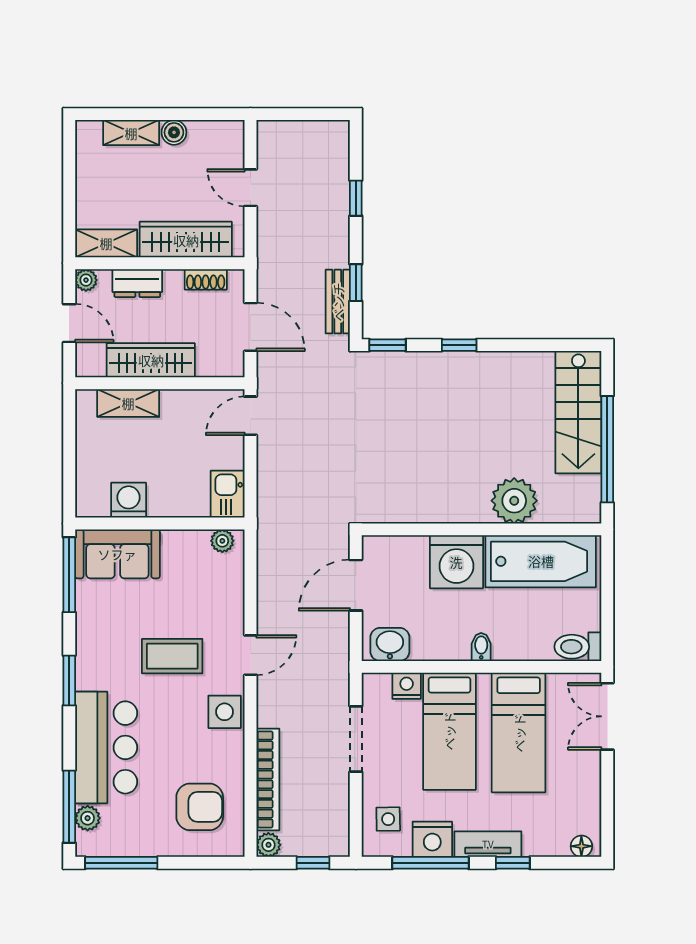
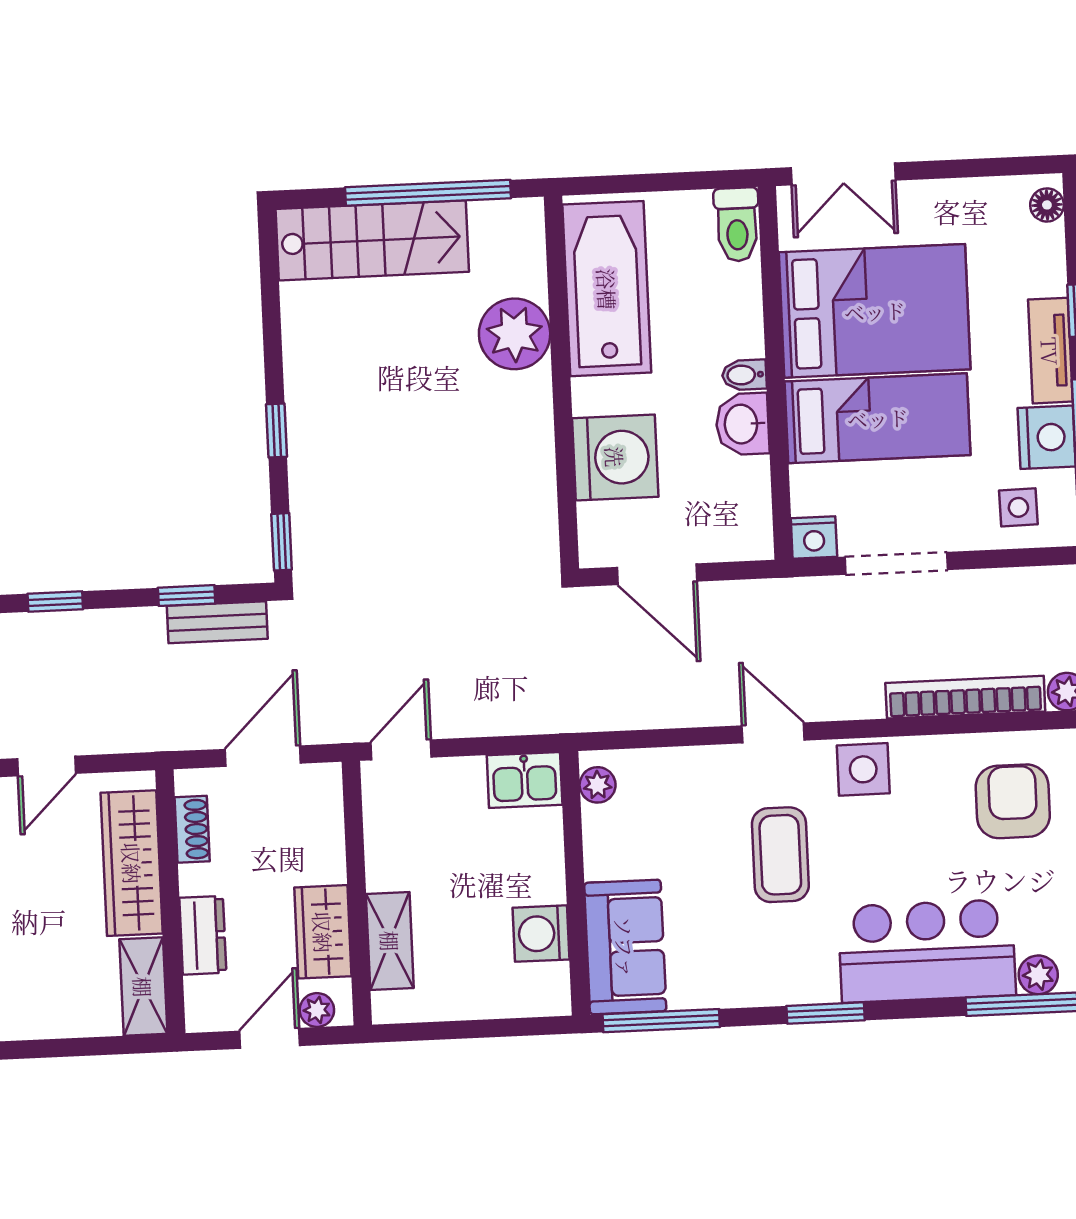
plant: (86, 280) -> (317, 1010), moved
wardrobe: (151, 360) -> (323, 932), width x0.67
door: (251, 416) -> (401, 750), swing flipped
washing machine: (456, 562) -> (615, 457), moved
washbasin: (390, 644) -> (743, 424), moved
nightstand: (407, 686) -> (814, 538), moved, turned -90
bed: (519, 733) -> (875, 311), width x1.50

